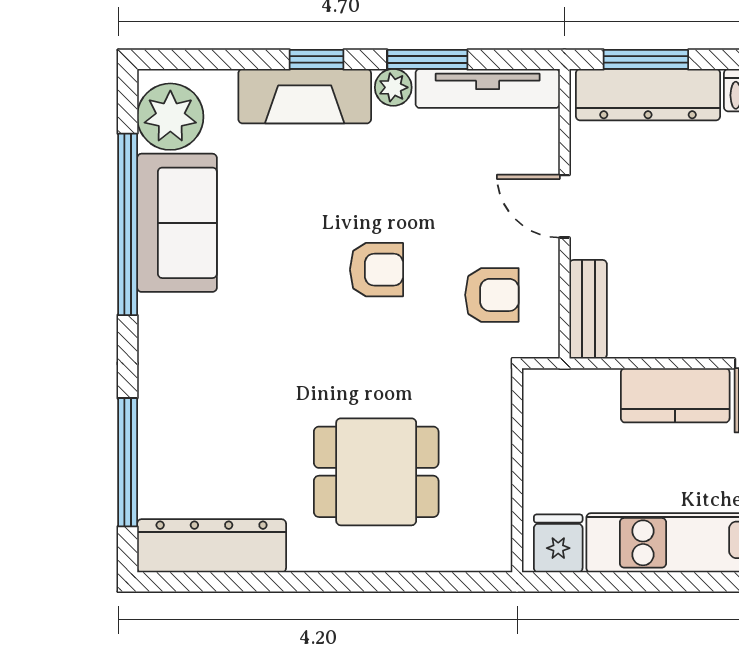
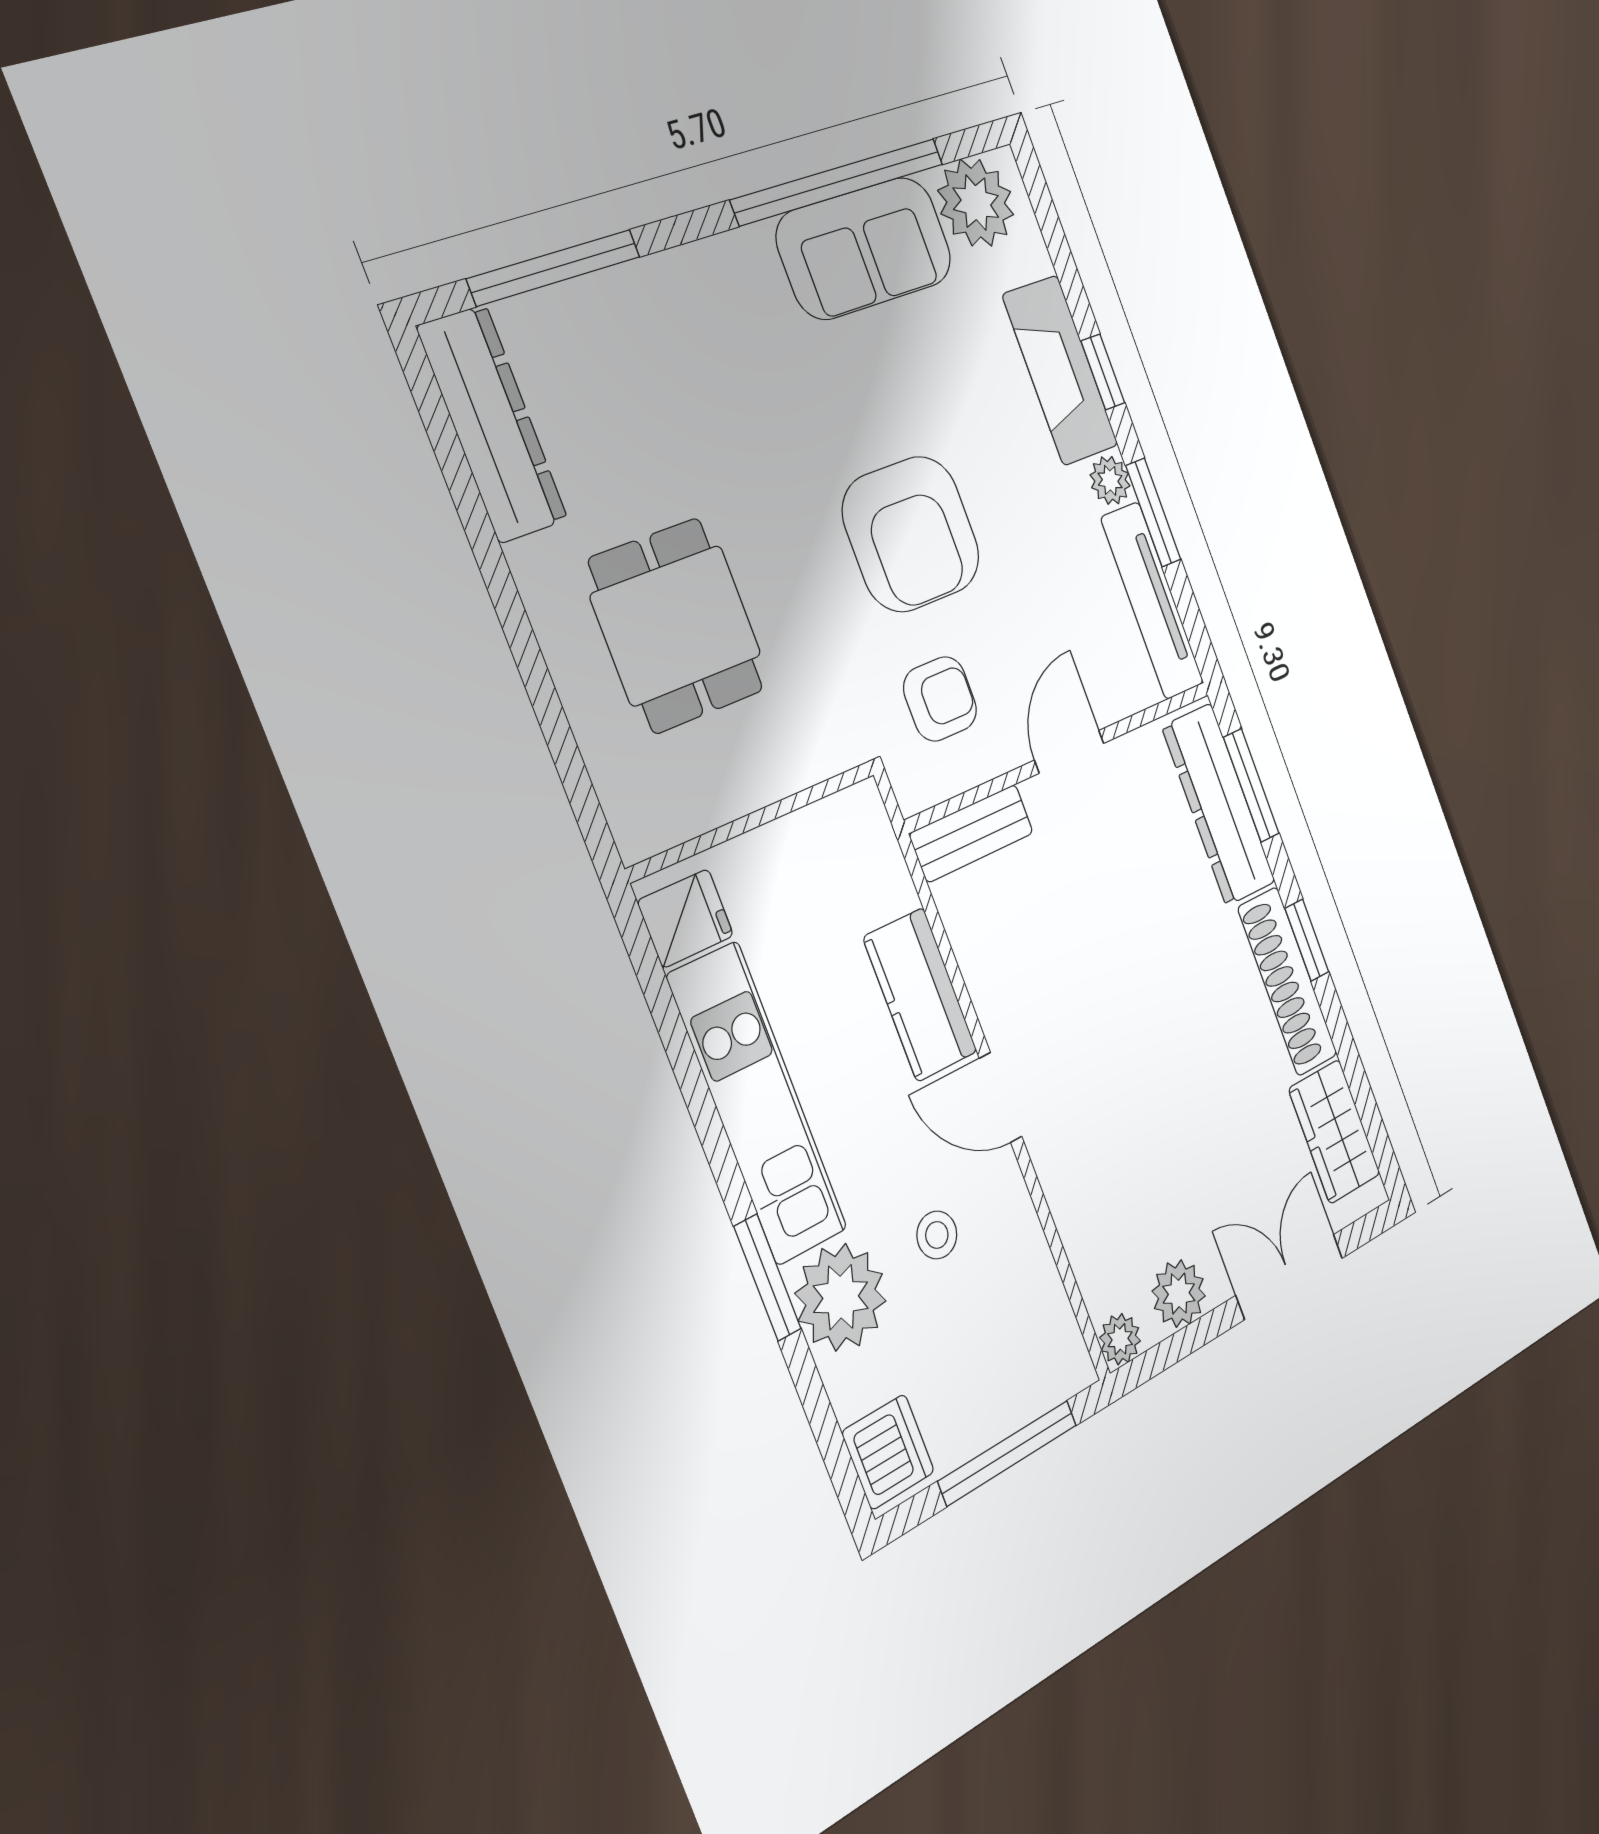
armchair: (377, 270) -> (911, 534), width x1.88, depth x1.88
armchair: (492, 295) -> (940, 699), turned -90

